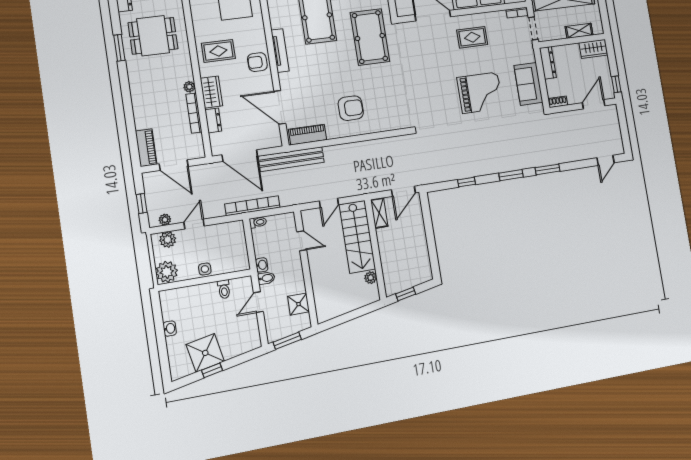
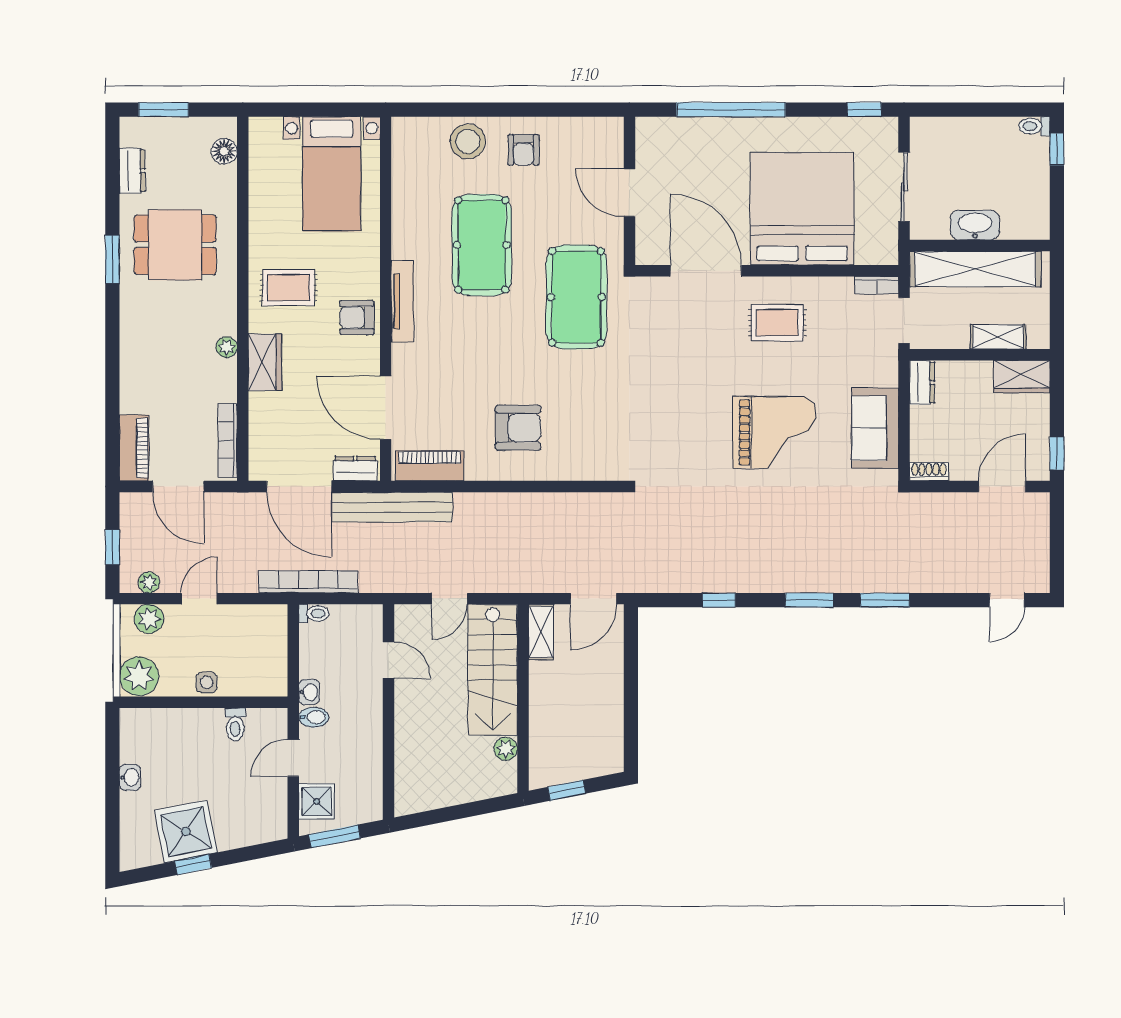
dresser: (548, 63) -> (922, 382), width x0.70
bookcase: (194, 113) -> (228, 440), moved
dresser: (213, 120) -> (355, 469), moved, turned -90
shower: (299, 304) -> (317, 801), moved

